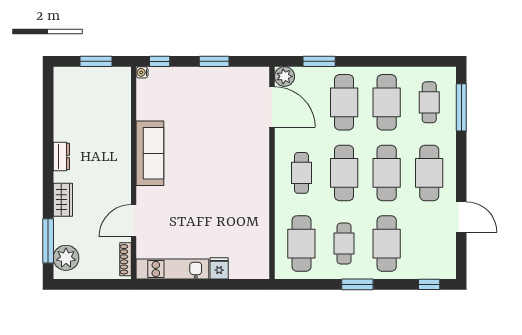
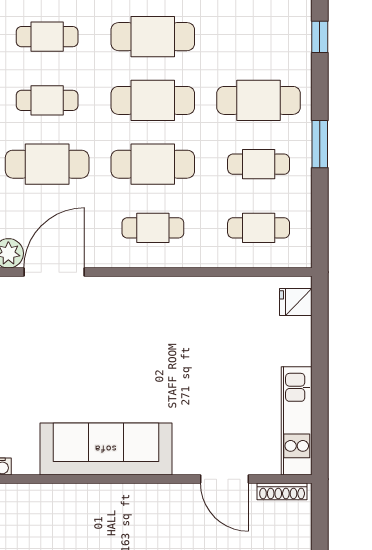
cafe table: (387, 102) -> (47, 100), width x0.73, depth x0.74
sofa: (150, 153) -> (106, 449), width x1.36, depth x1.27
cafe table: (301, 244) -> (259, 228), width x0.73, depth x0.74
fridge: (219, 268) -> (296, 302), moved

